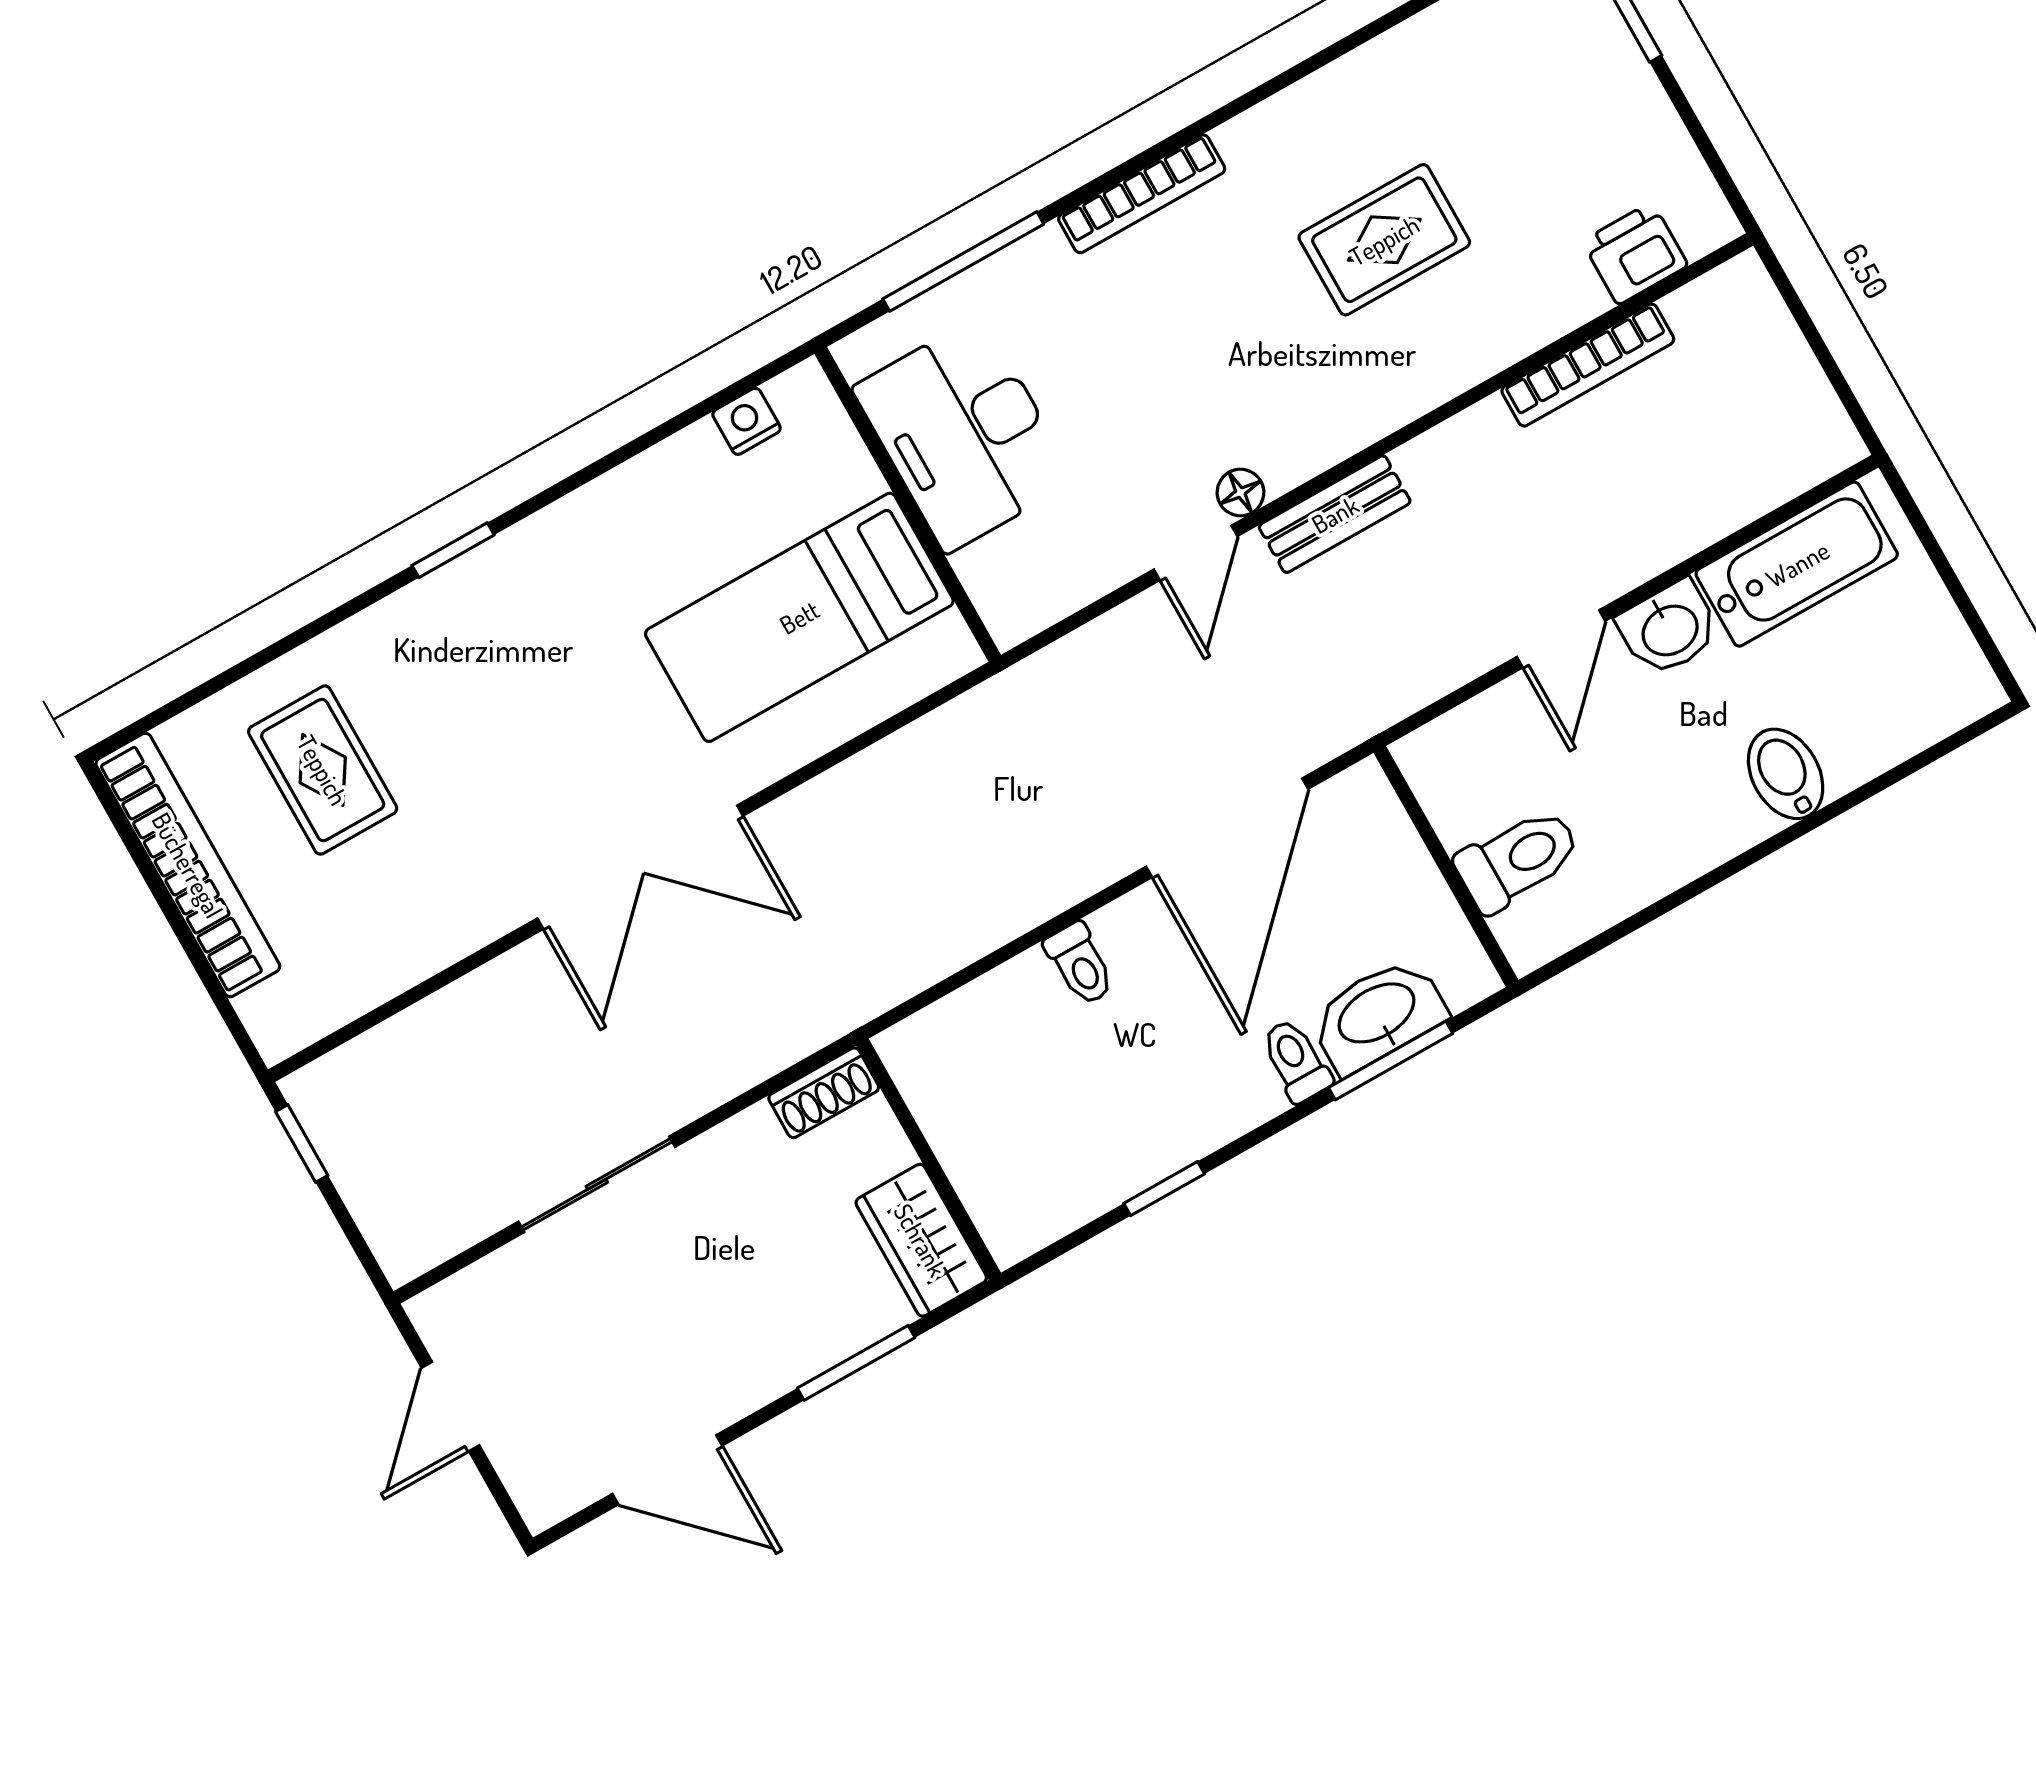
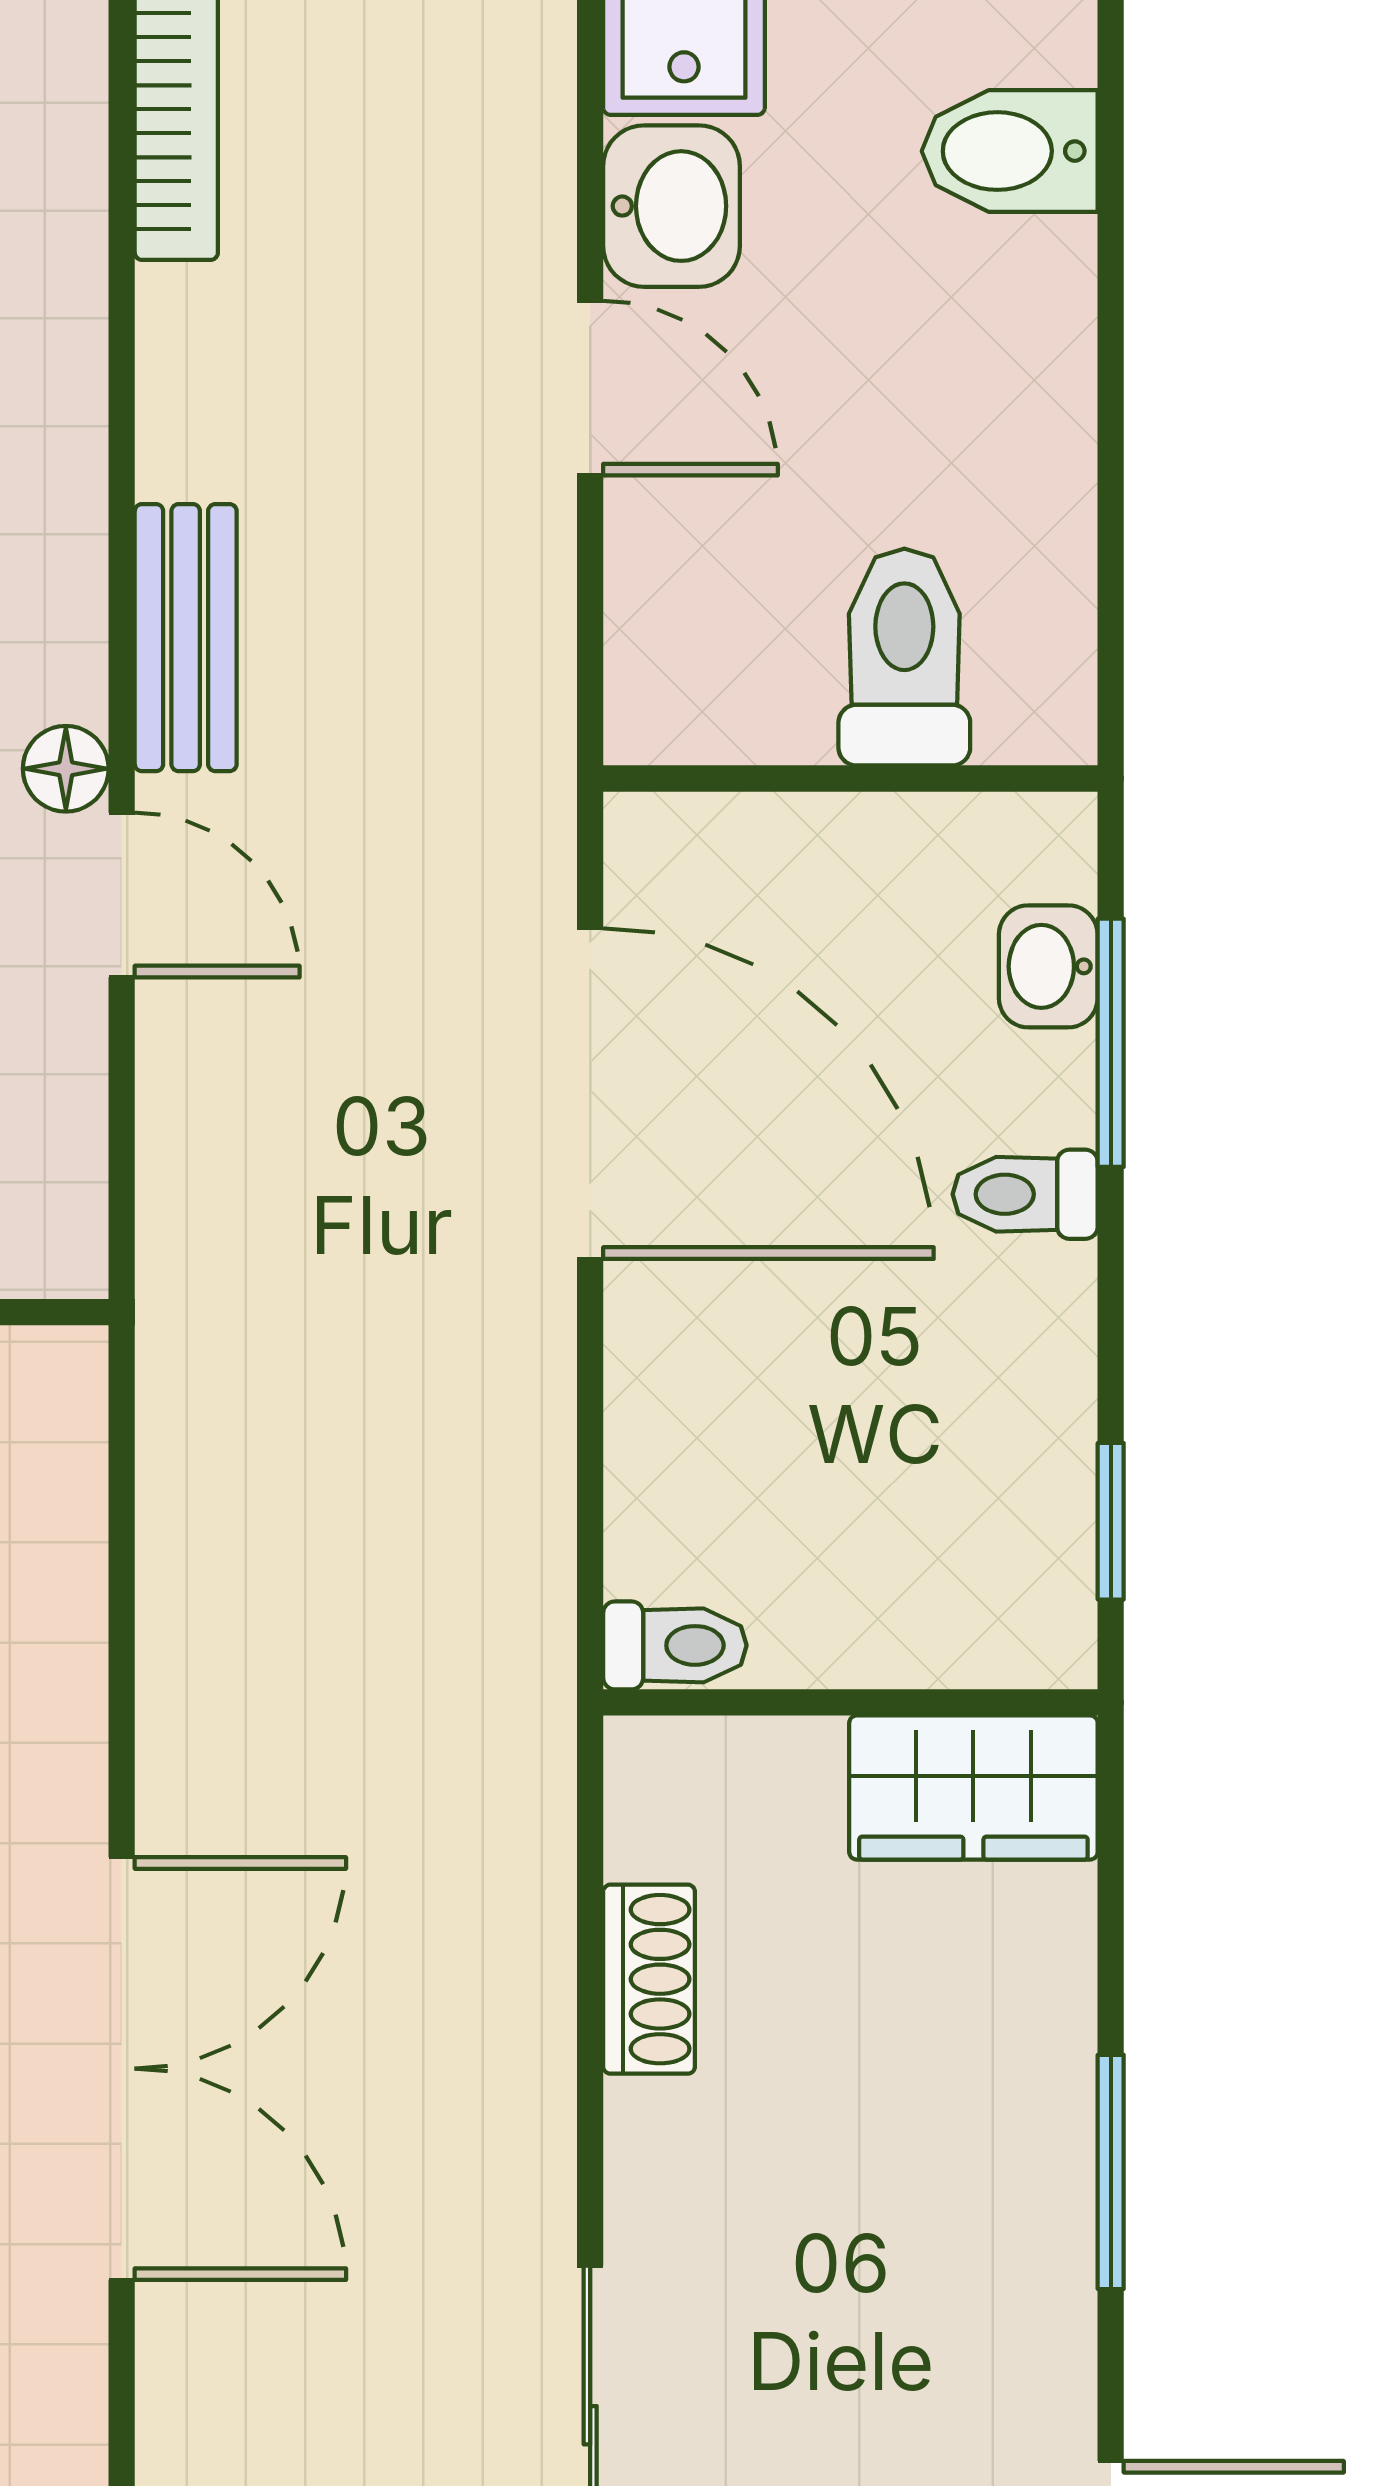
toilet: (1080, 964) -> (675, 1645), moved
washbasin: (1378, 1015) -> (1048, 966), width x0.52, depth x0.69
wall: (929, 1159) -> (850, 1702), moved
wardrobe: (921, 1240) -> (973, 1788), moved

